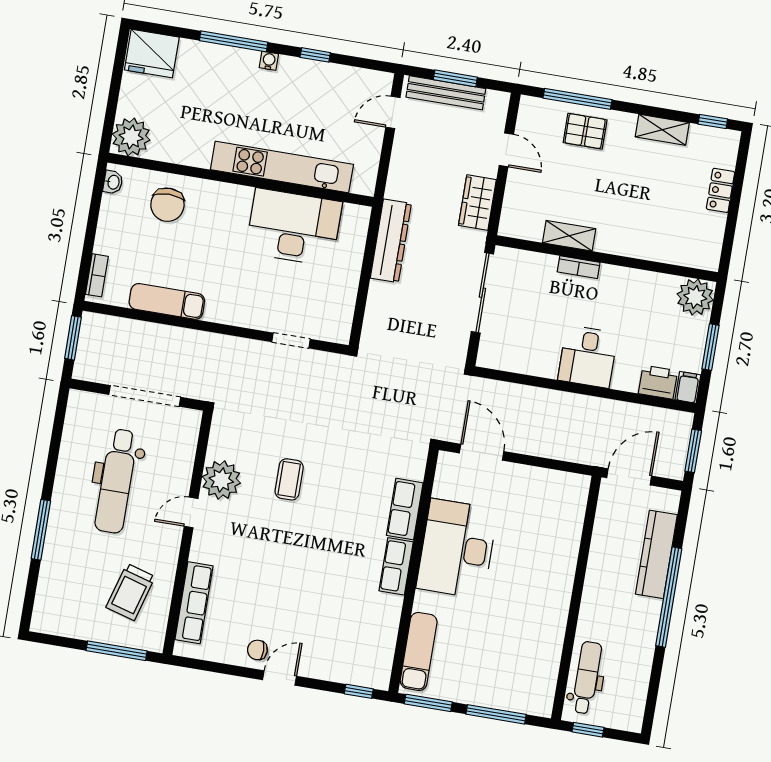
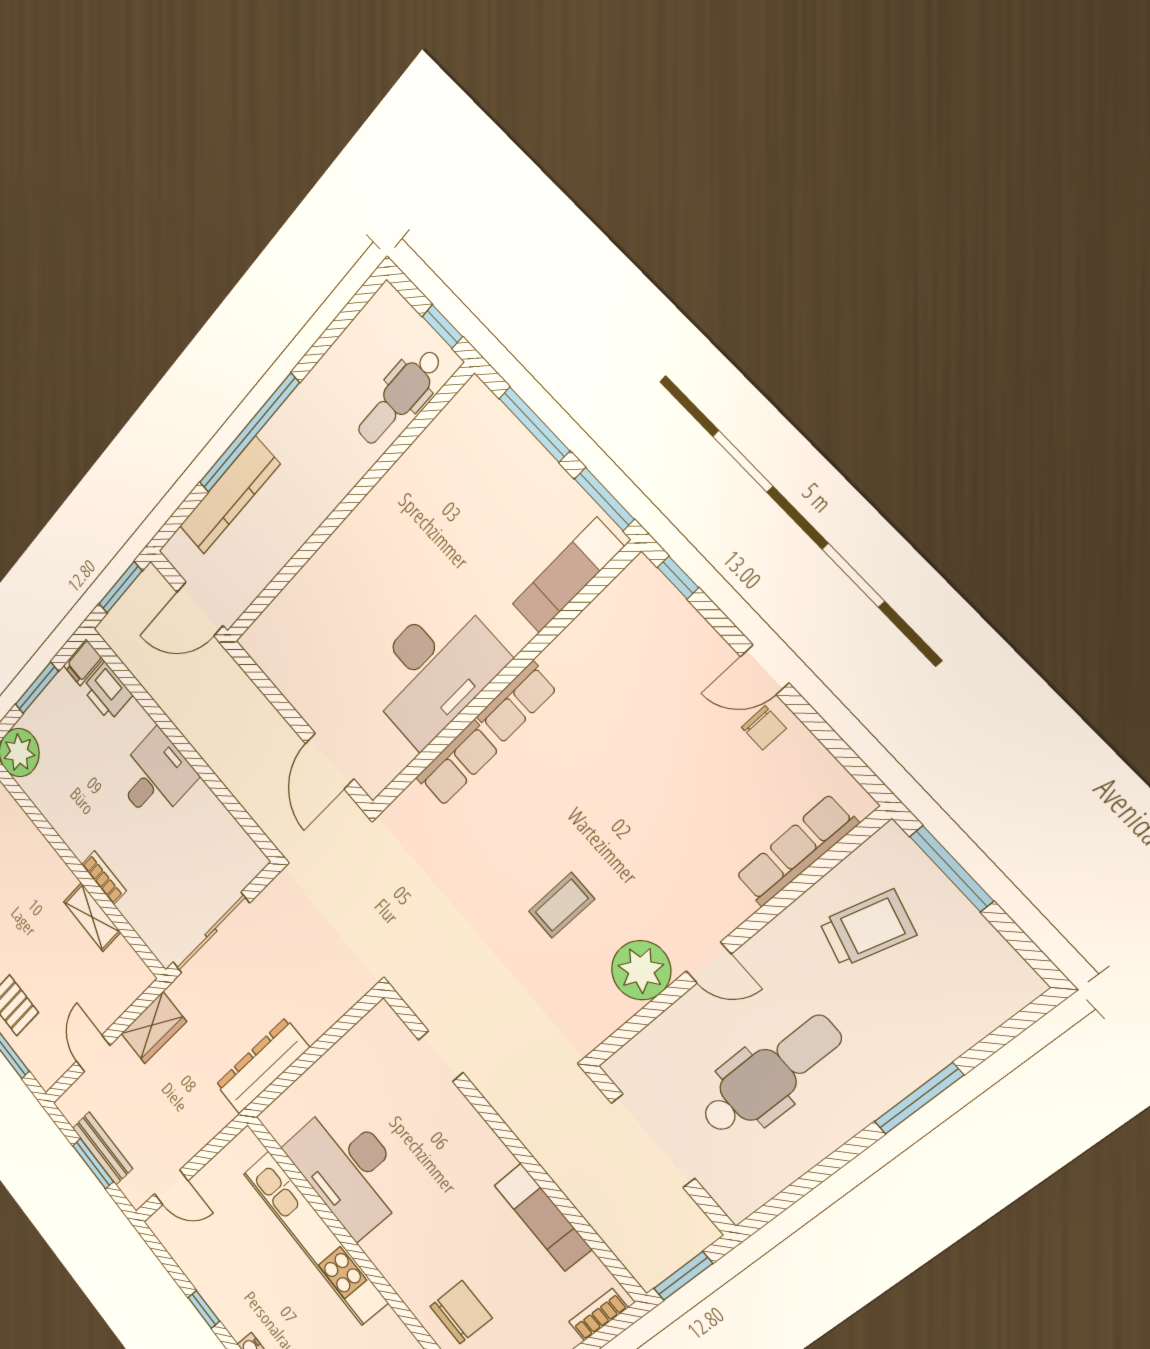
bench: (446, 93) -> (102, 1148), width x0.73

